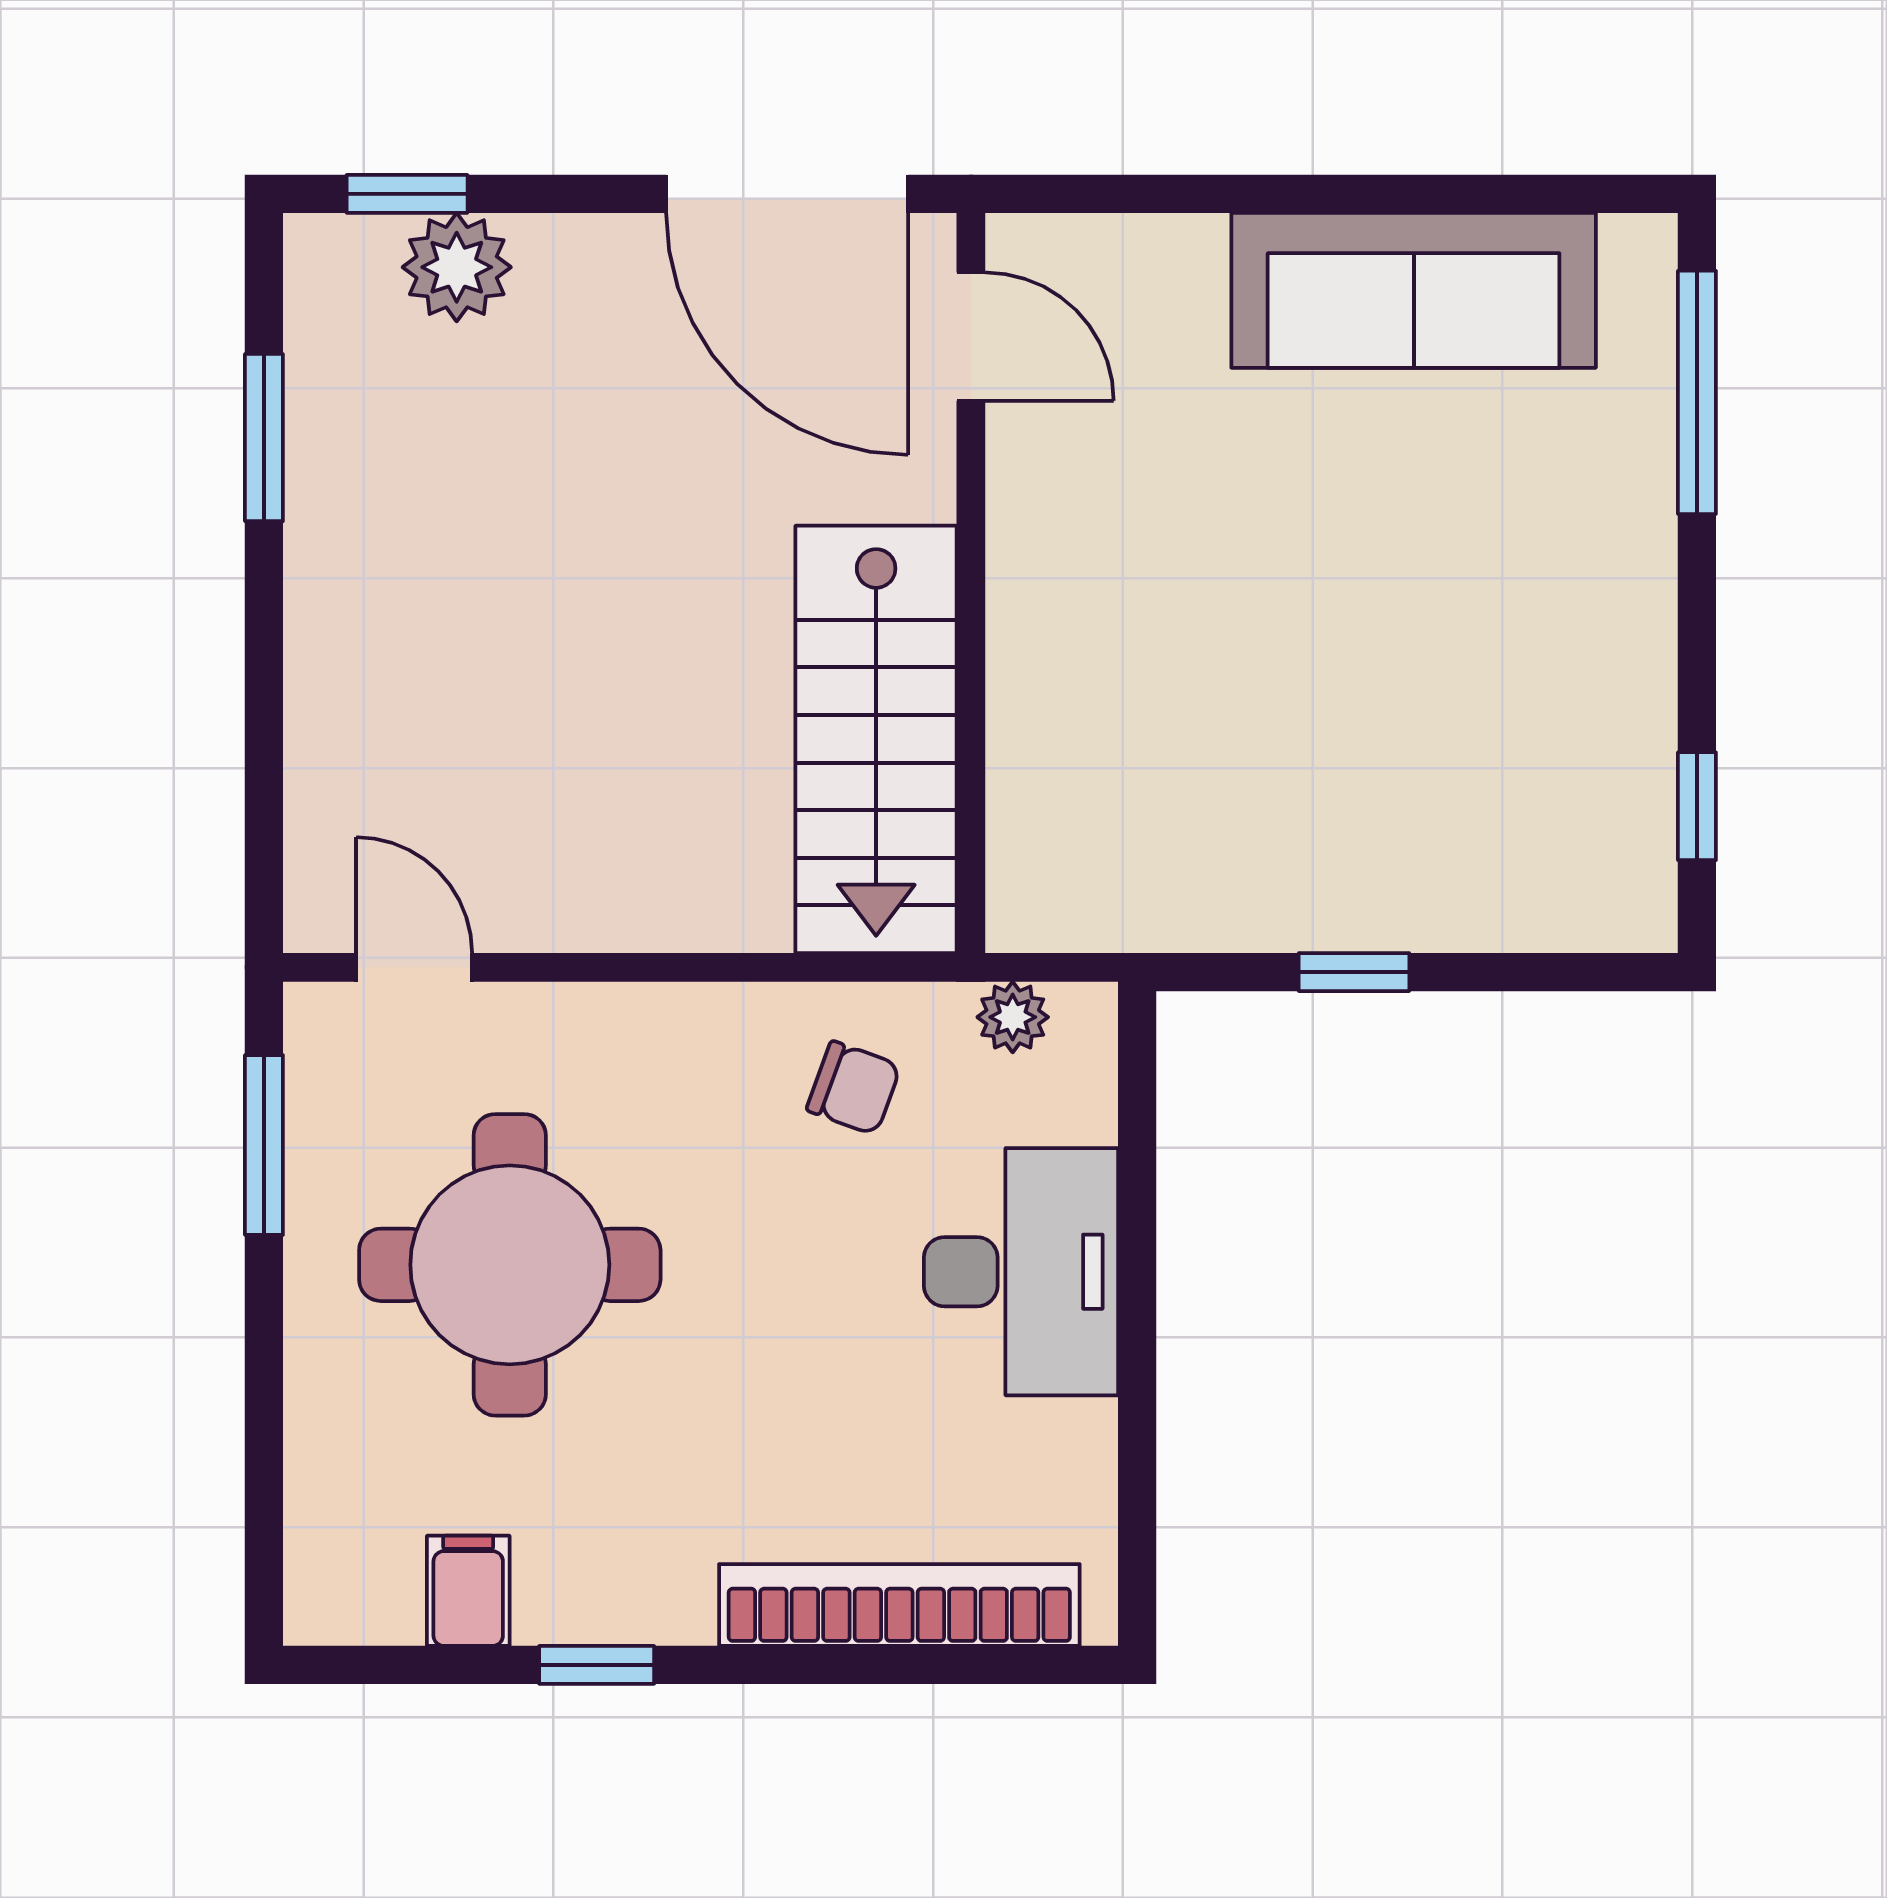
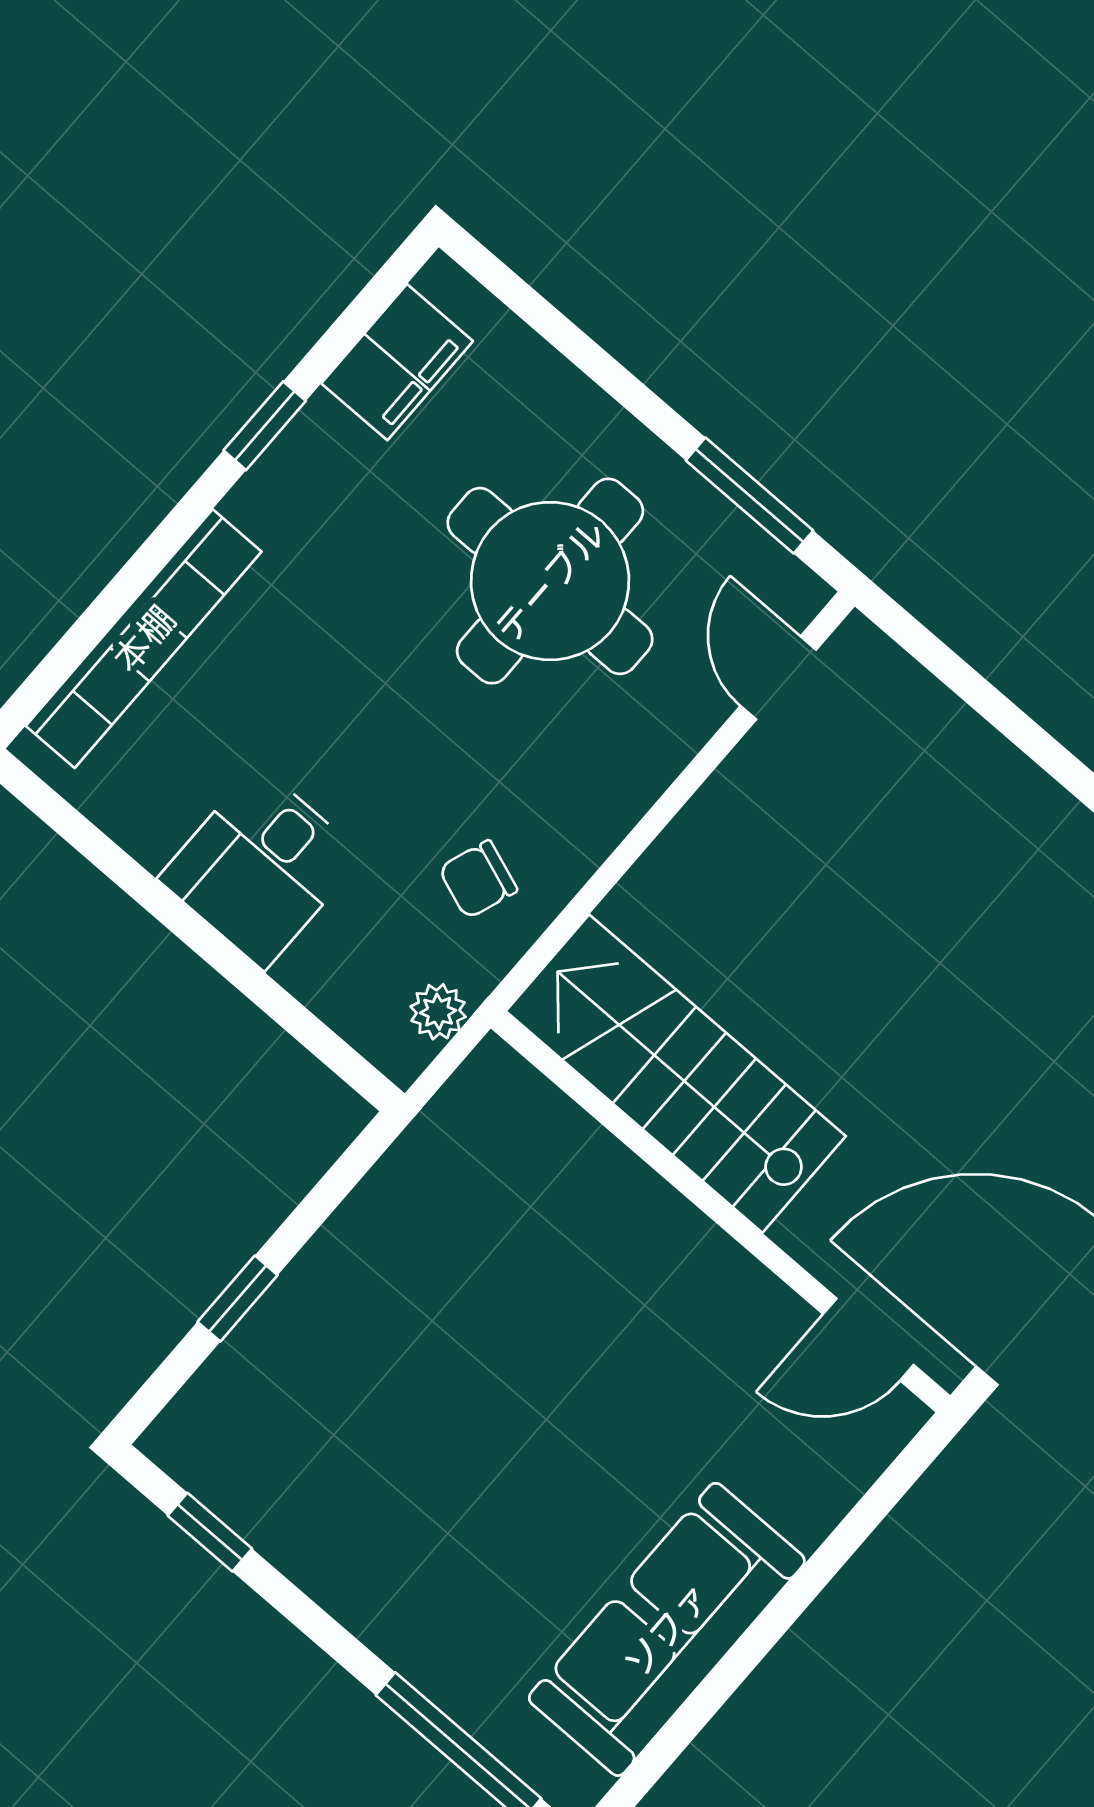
door: (414, 967) -> (778, 678), swing flipped
window: (1354, 972) -> (238, 1299), moved
desk: (1021, 1272) -> (261, 867), width x0.73
filing cabinet: (468, 1591) -> (397, 362), width x2.00

